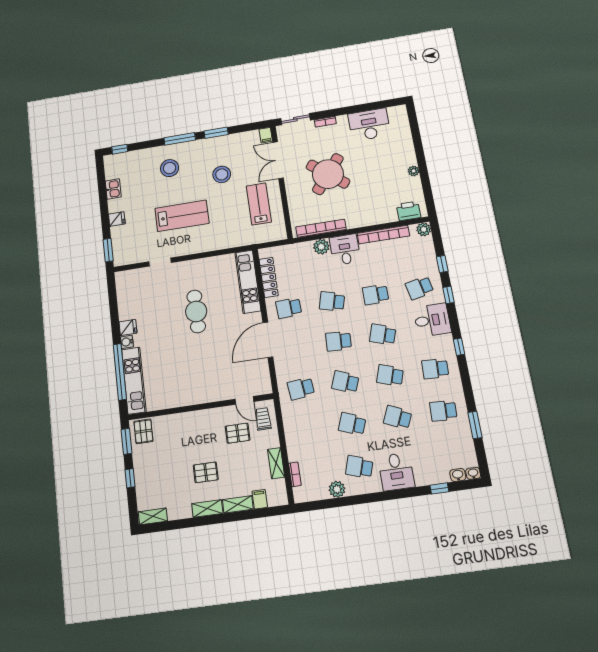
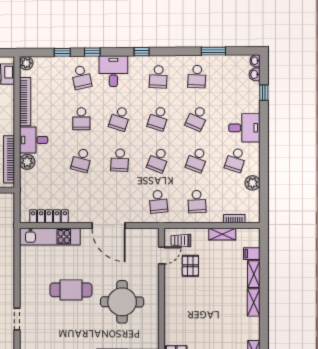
school desk: (289, 308) -> (197, 202), moved
round table: (190, 366) -> (122, 302), added
pallet: (206, 472) -> (221, 300), removed

